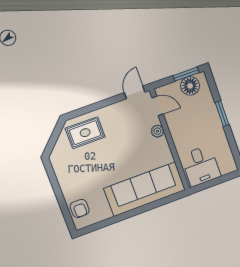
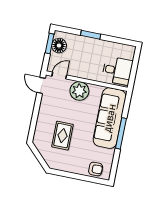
plant: (157, 131) -> (79, 91), width x1.87, depth x1.87
rug: (85, 133) -> (62, 136), moved
window: (136, 212) -> (121, 133), added

